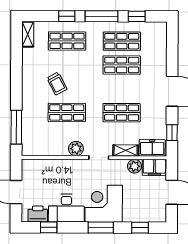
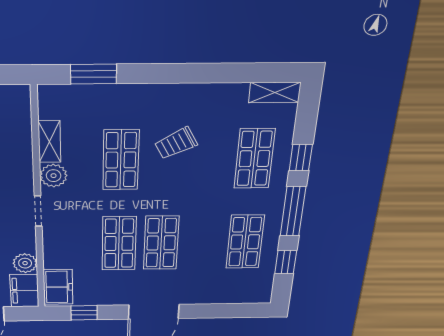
shop shelf: (122, 65) -> (161, 243), moved
window: (16, 127) -> (93, 74), width x0.69
shelving: (126, 150) -> (49, 142), moved

